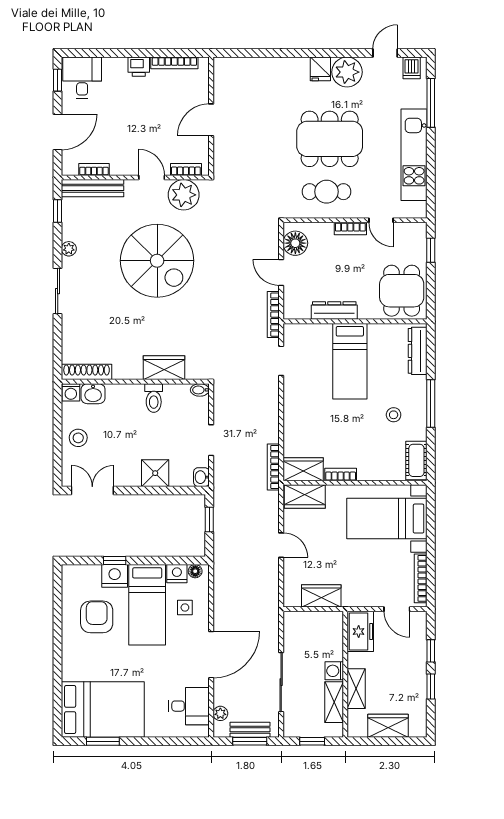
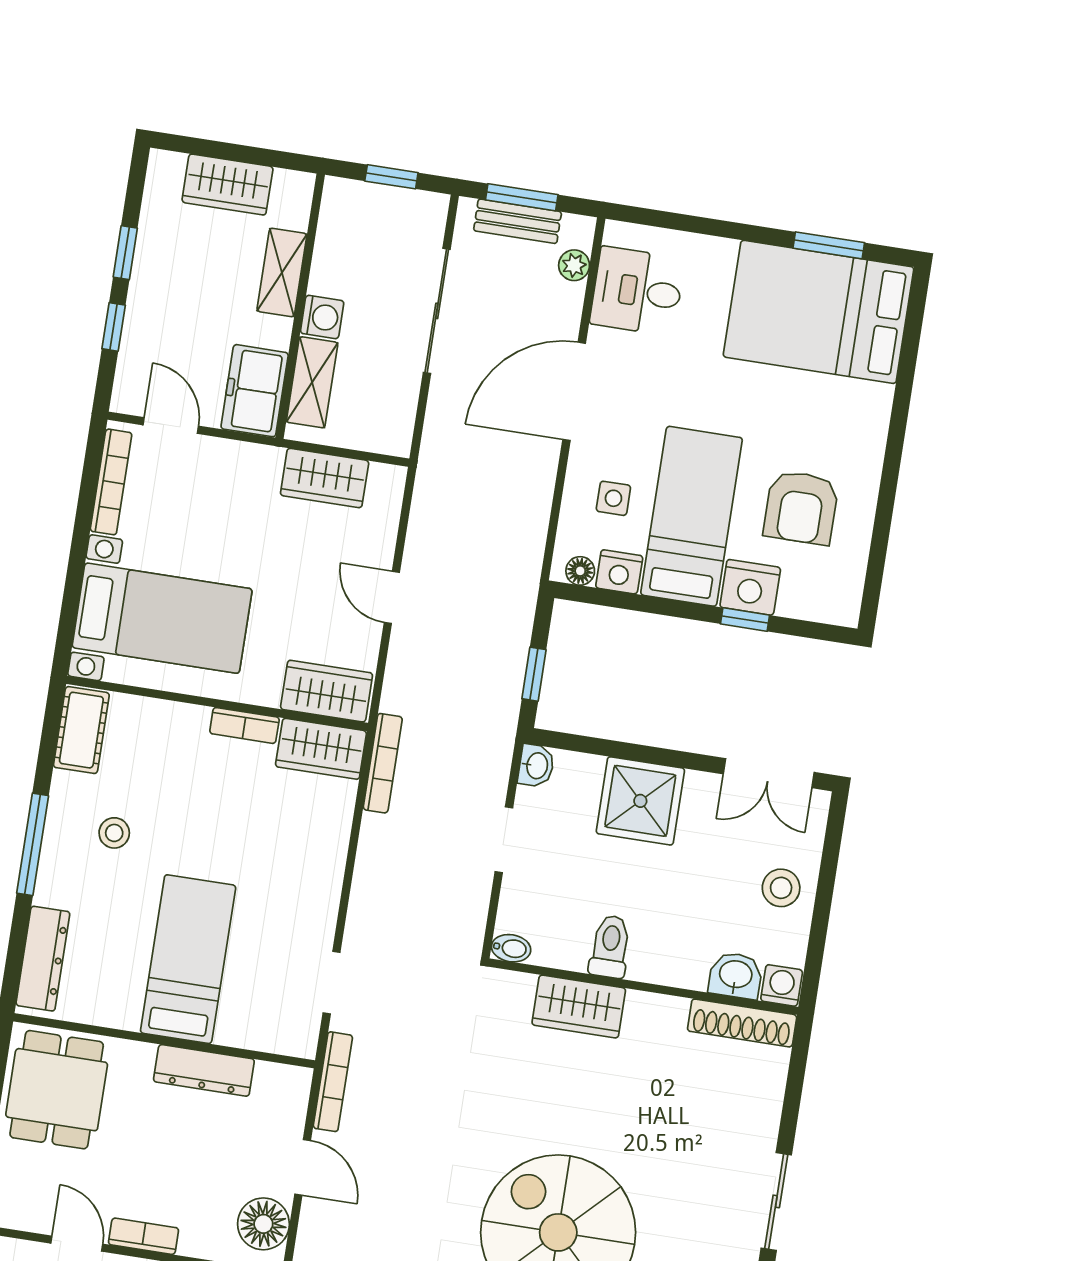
shower: (155, 473) -> (640, 801), width x1.36, depth x1.36
shelving: (334, 702) -> (312, 382), moved

